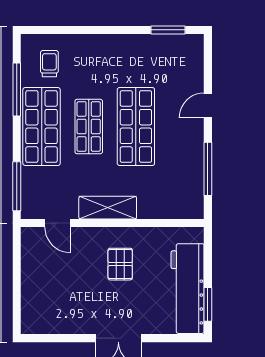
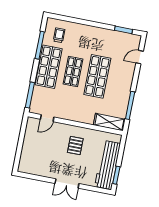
door: (208, 105) -> (140, 57), moved
shelving: (108, 208) -> (109, 122), moved
door: (58, 223) -> (47, 118), hinge flipped

